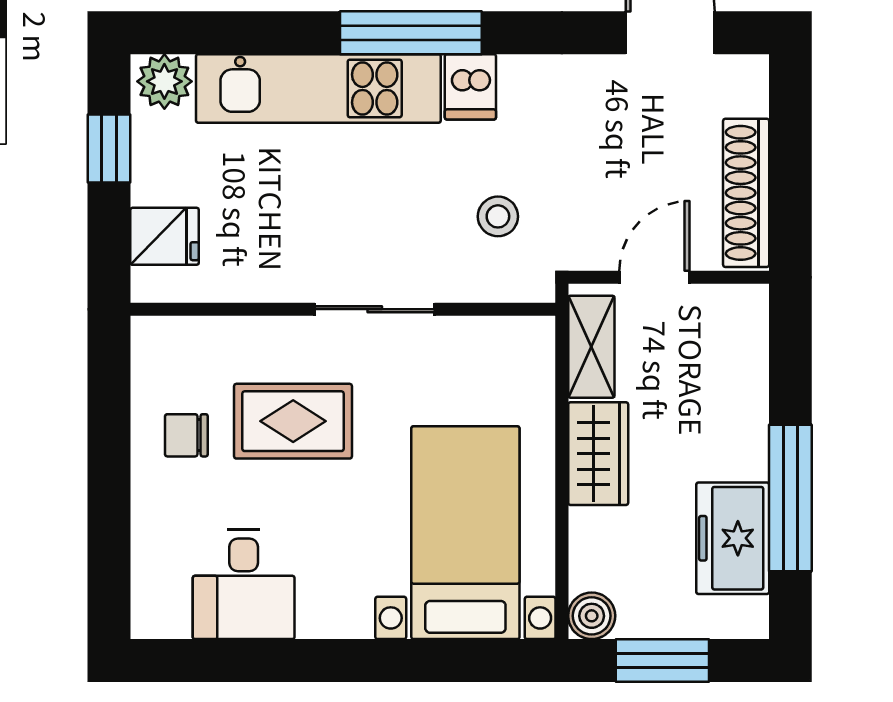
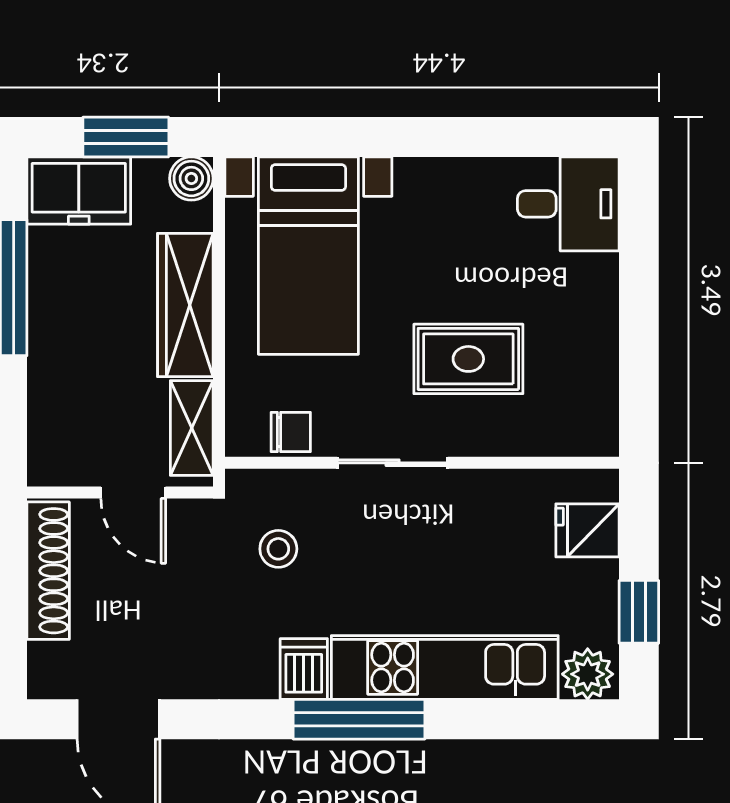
door: (654, 277) -> (133, 492), hinge flipped
chair: (186, 435) -> (291, 432), moved
wardrobe: (598, 454) -> (185, 305), width x1.50
freezer: (733, 538) -> (79, 190), moved, turned 90
desk: (244, 584) -> (568, 204), moved, turned 90

